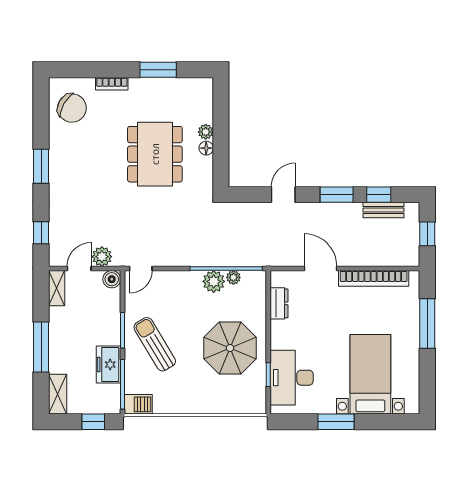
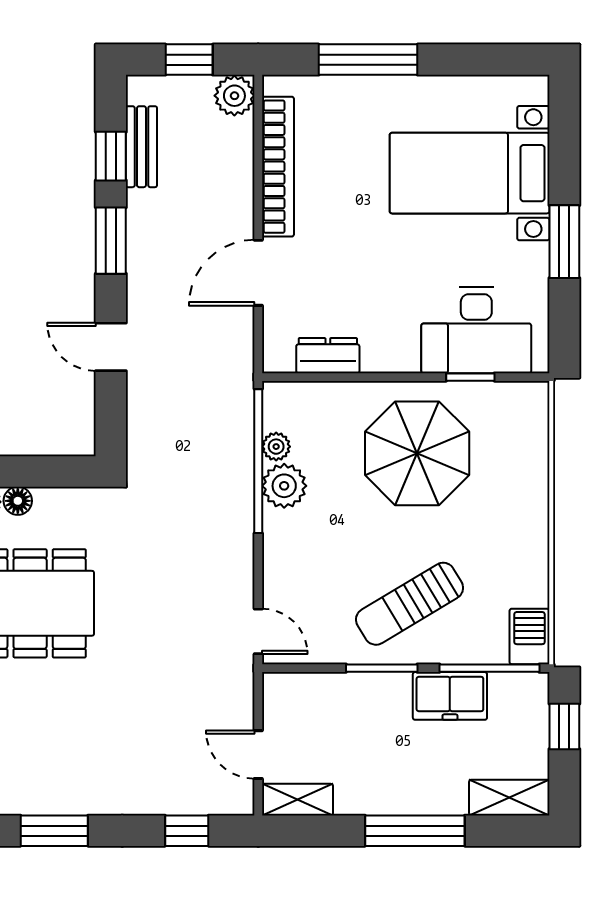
plant: (102, 257) -> (234, 96), moved
boiler: (112, 279) -> (280, 689), removed

